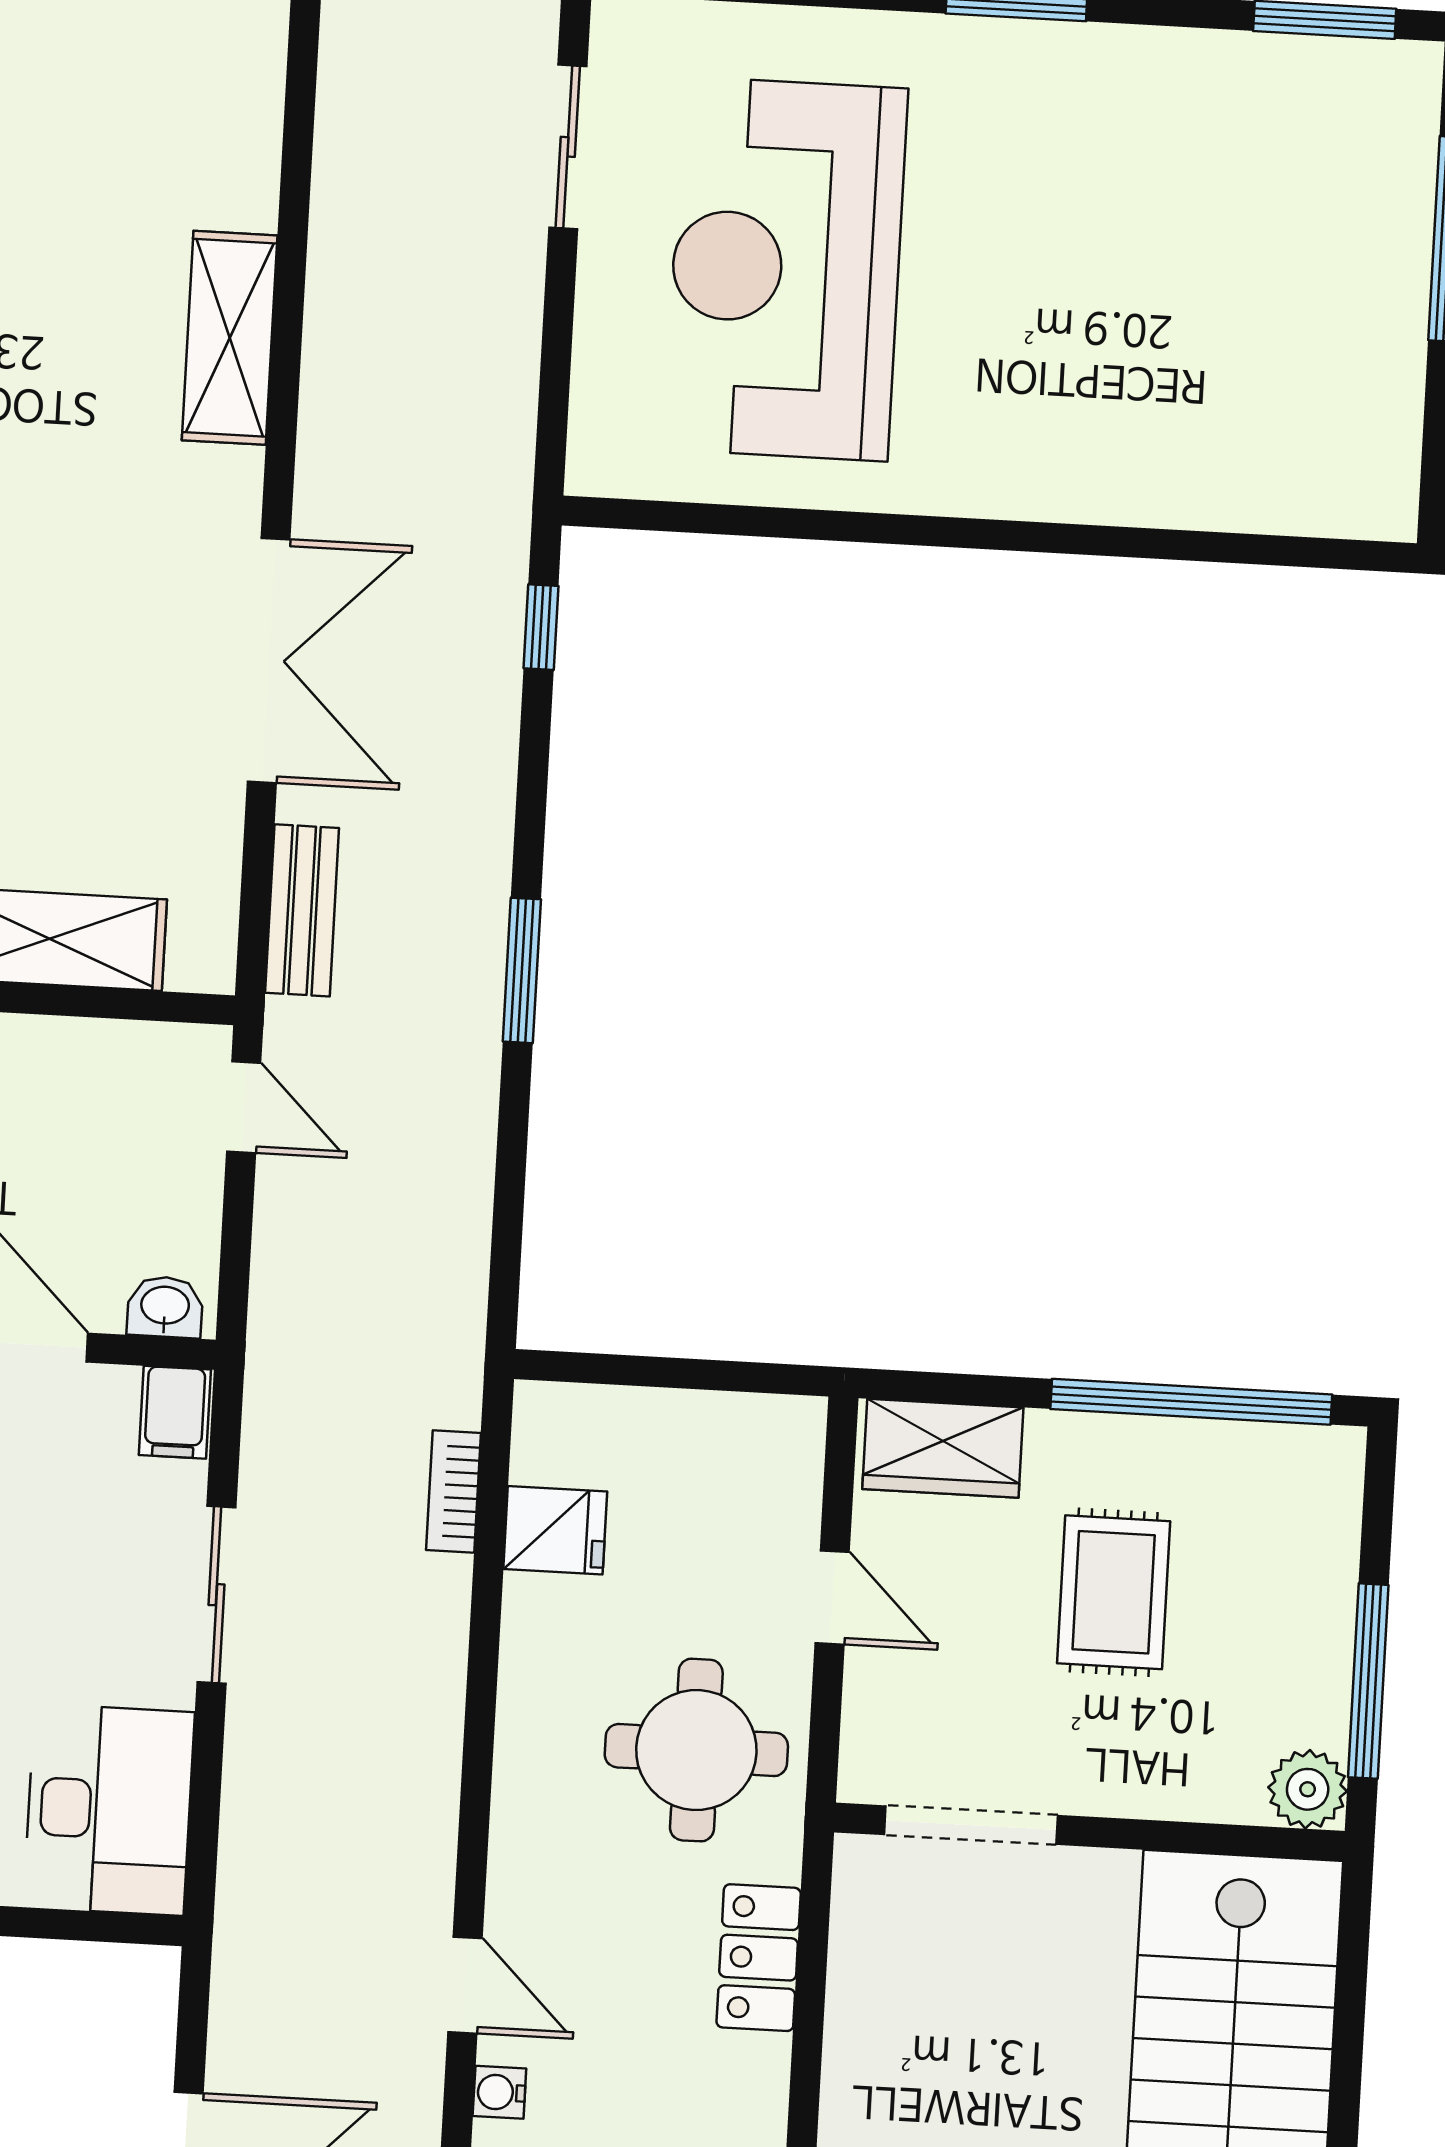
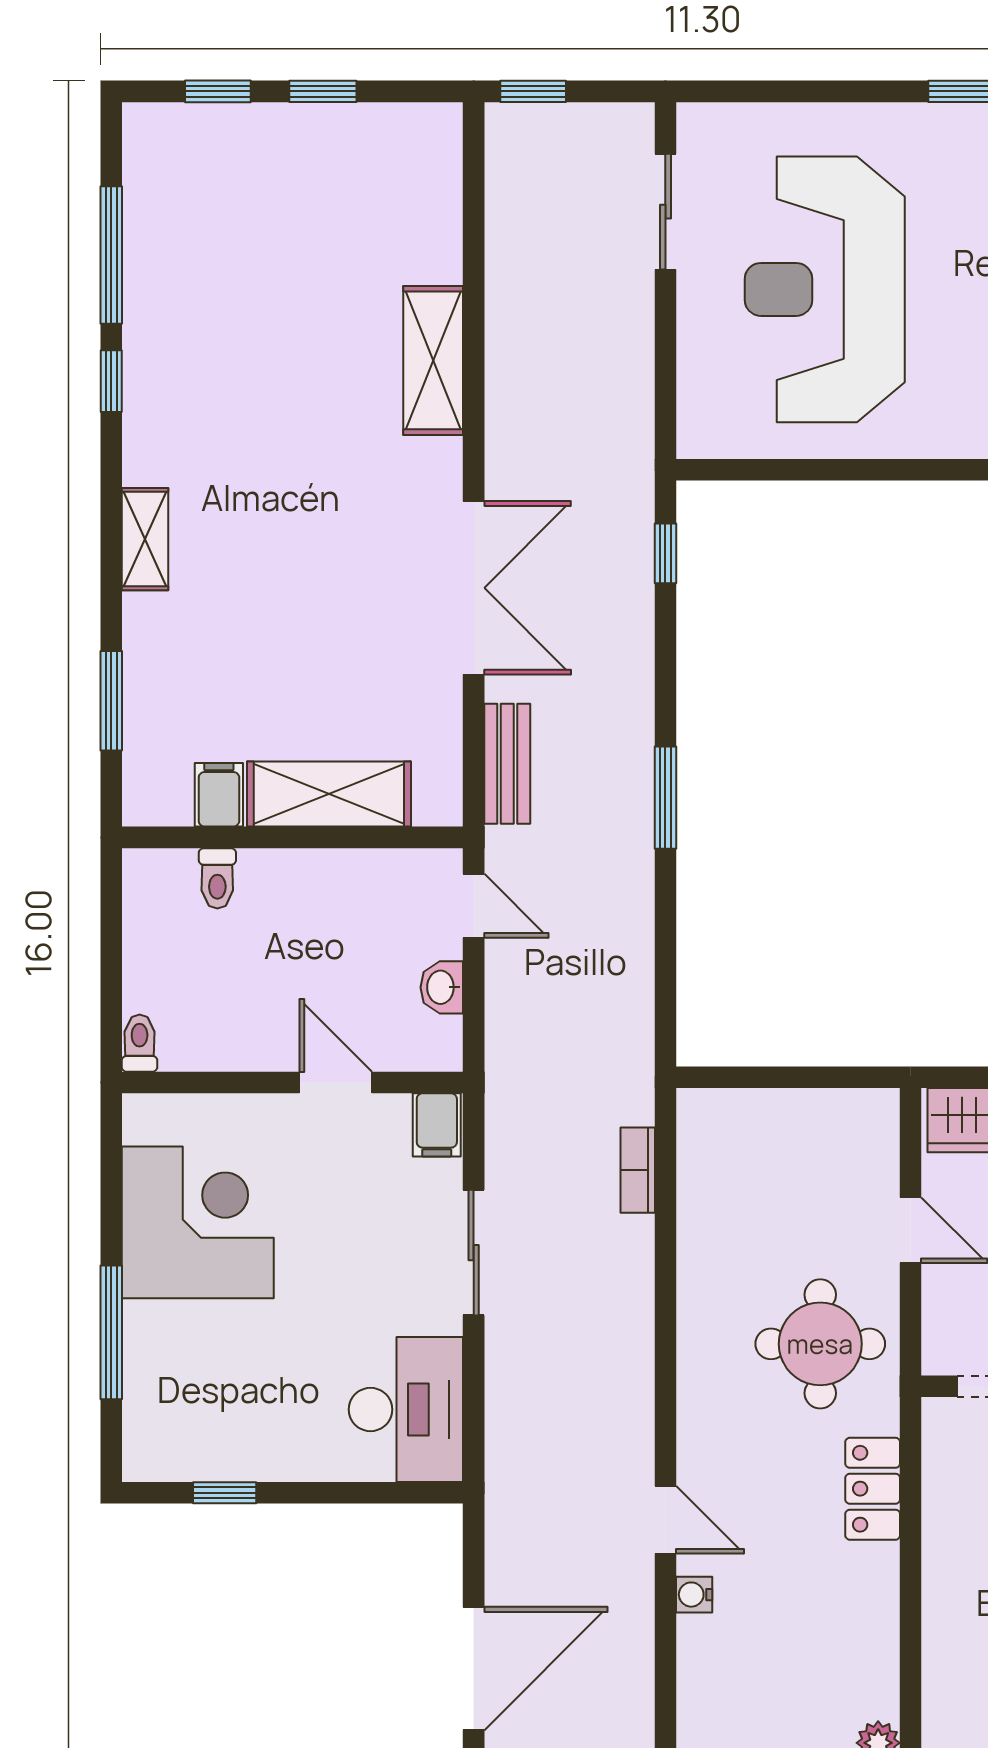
washbasin: (165, 1307) -> (442, 987), moved, turned -90
fridge: (555, 1530) -> (711, 1194), removed

